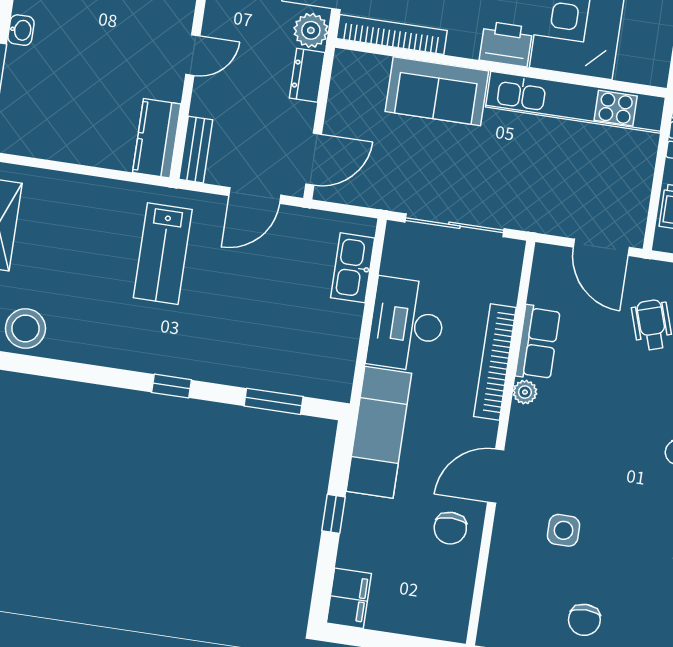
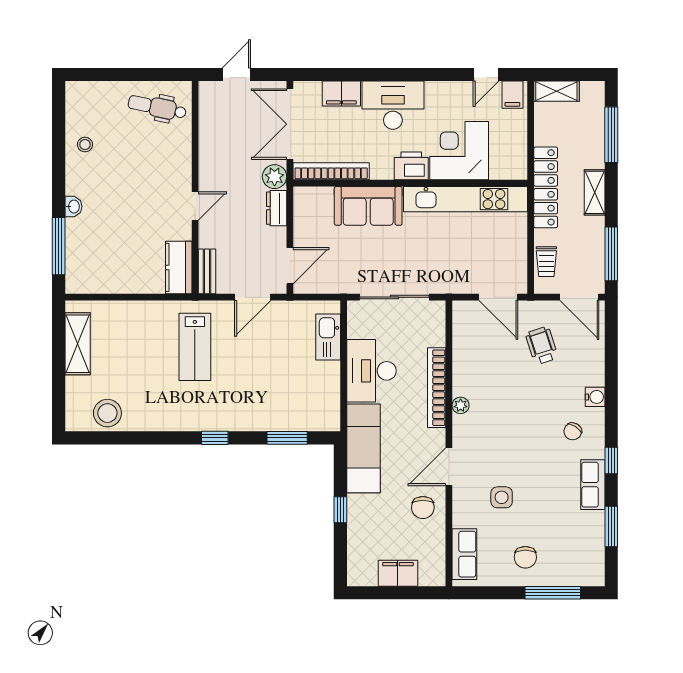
row of seats: (538, 343) -> (464, 554), moved
filing cabinet: (349, 598) -> (398, 573), moved, turned -90

